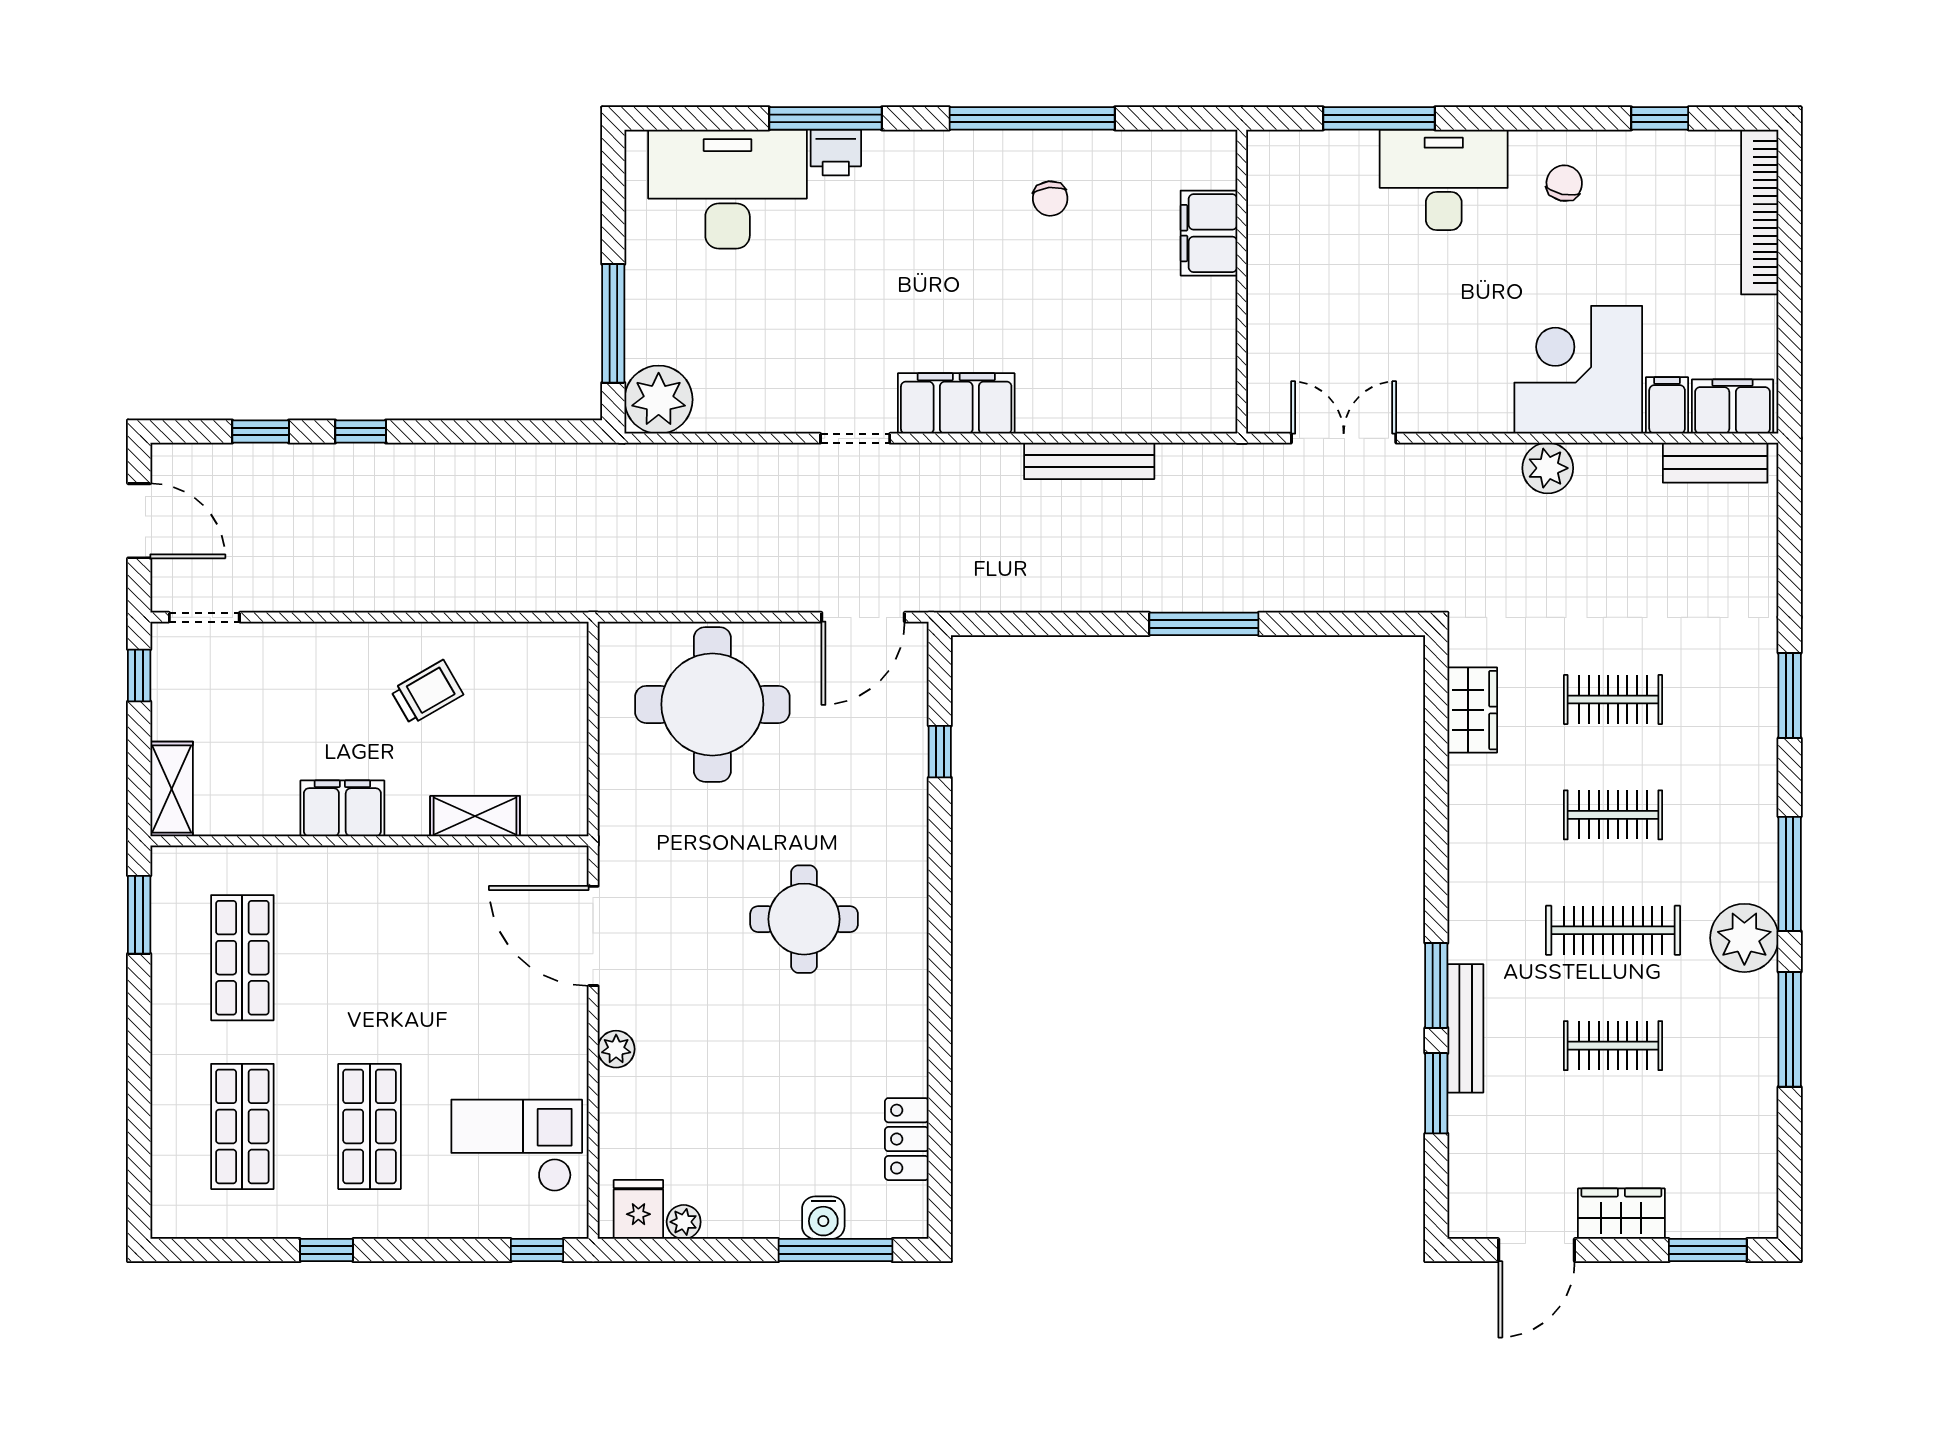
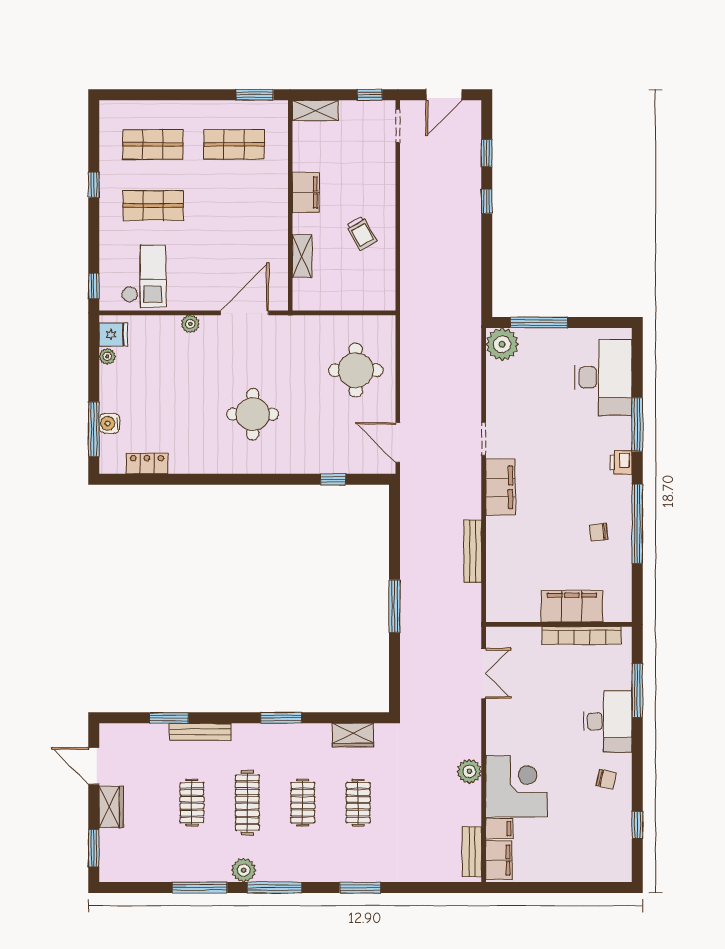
printer: (836, 153) -> (621, 462), moved
bookcase: (1760, 212) -> (582, 636), moved, turned 180
filing cabinet: (1209, 233) -> (572, 606), width x1.50, depth x1.17
round table: (712, 704) -> (356, 370), width x0.73, depth x0.73
plant: (1744, 938) -> (244, 870), width x0.73, depth x0.73
window: (1436, 985) -> (281, 718), moved

